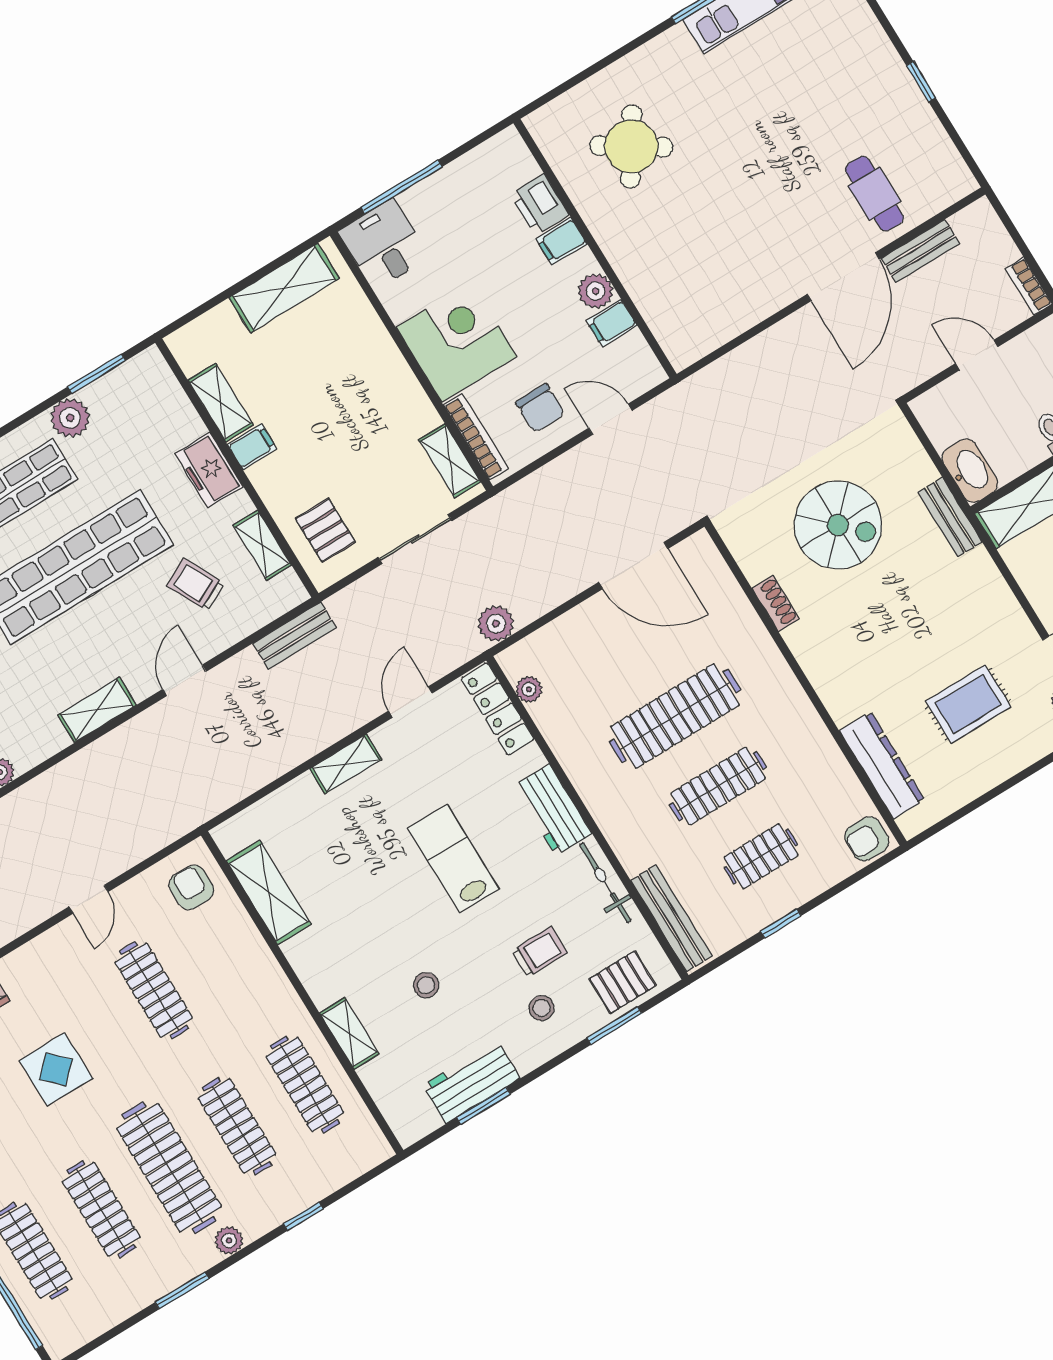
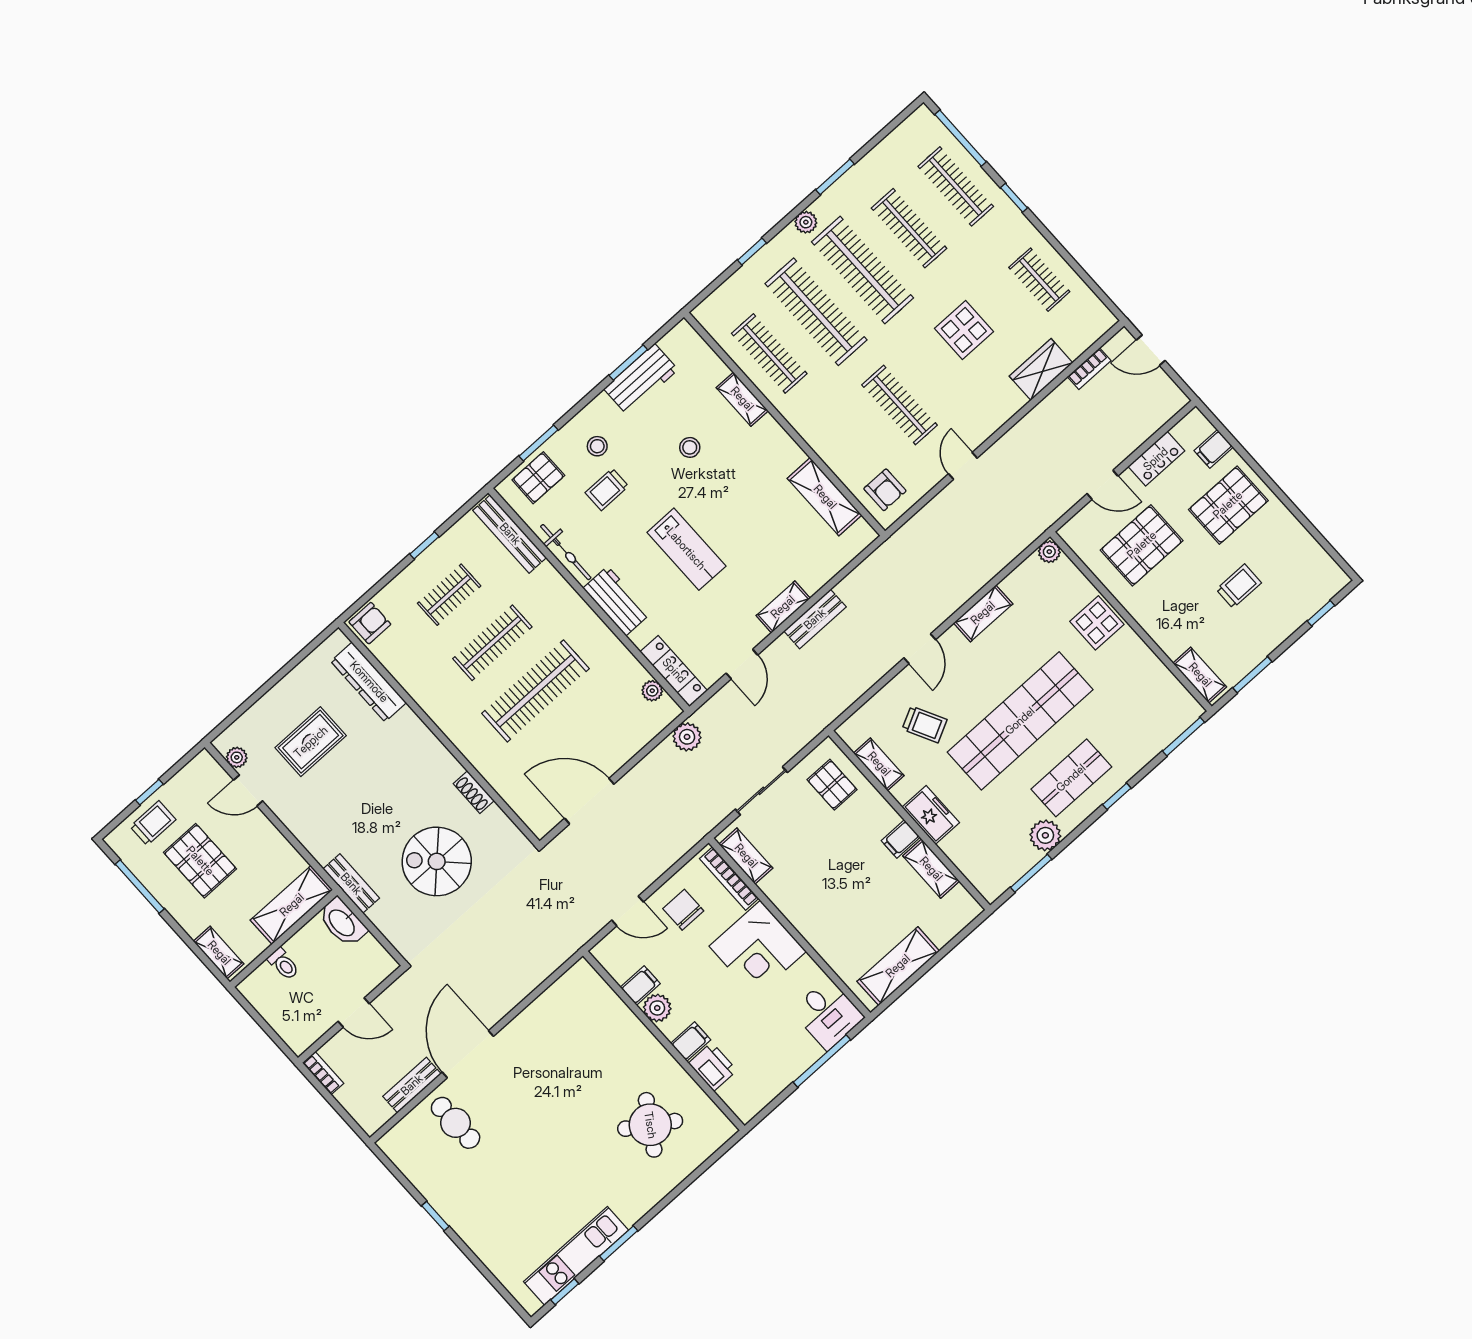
bench: (294, 636) -> (815, 619), moved
clothes rail: (237, 1126) -> (816, 312), width x1.37, depth x1.31

